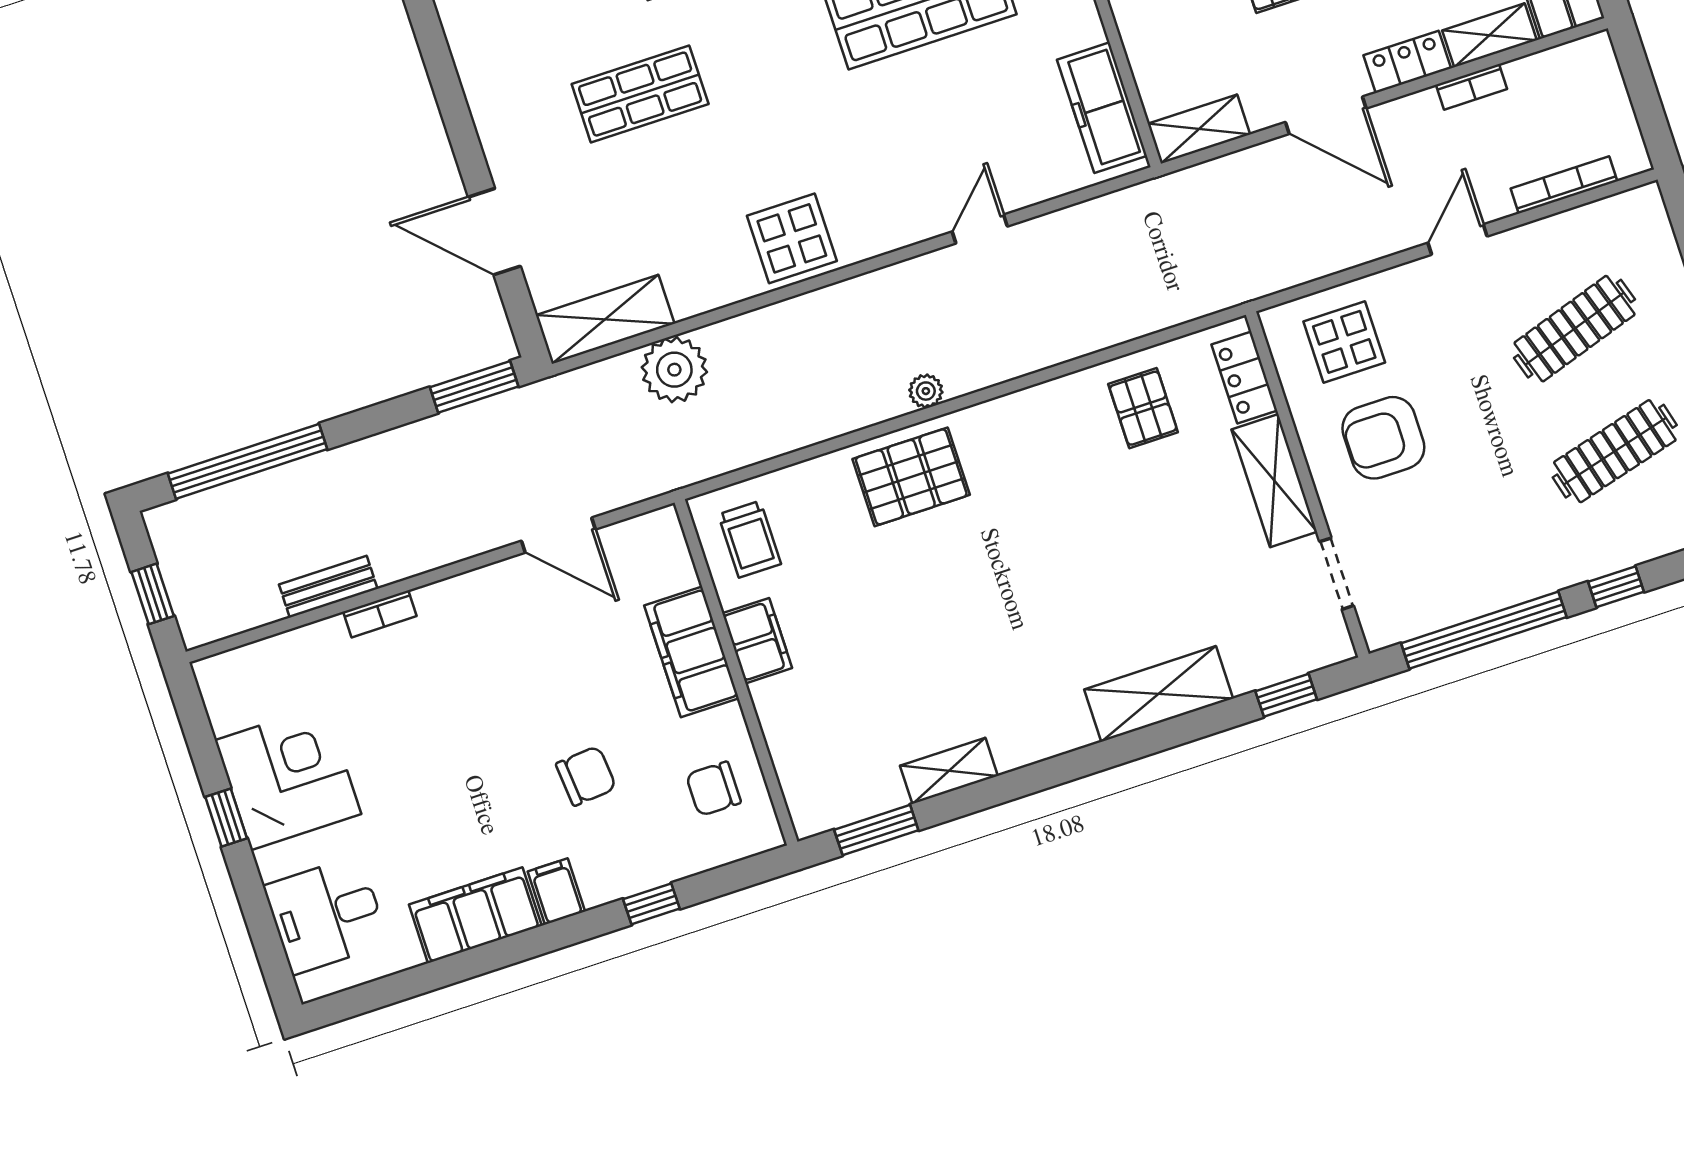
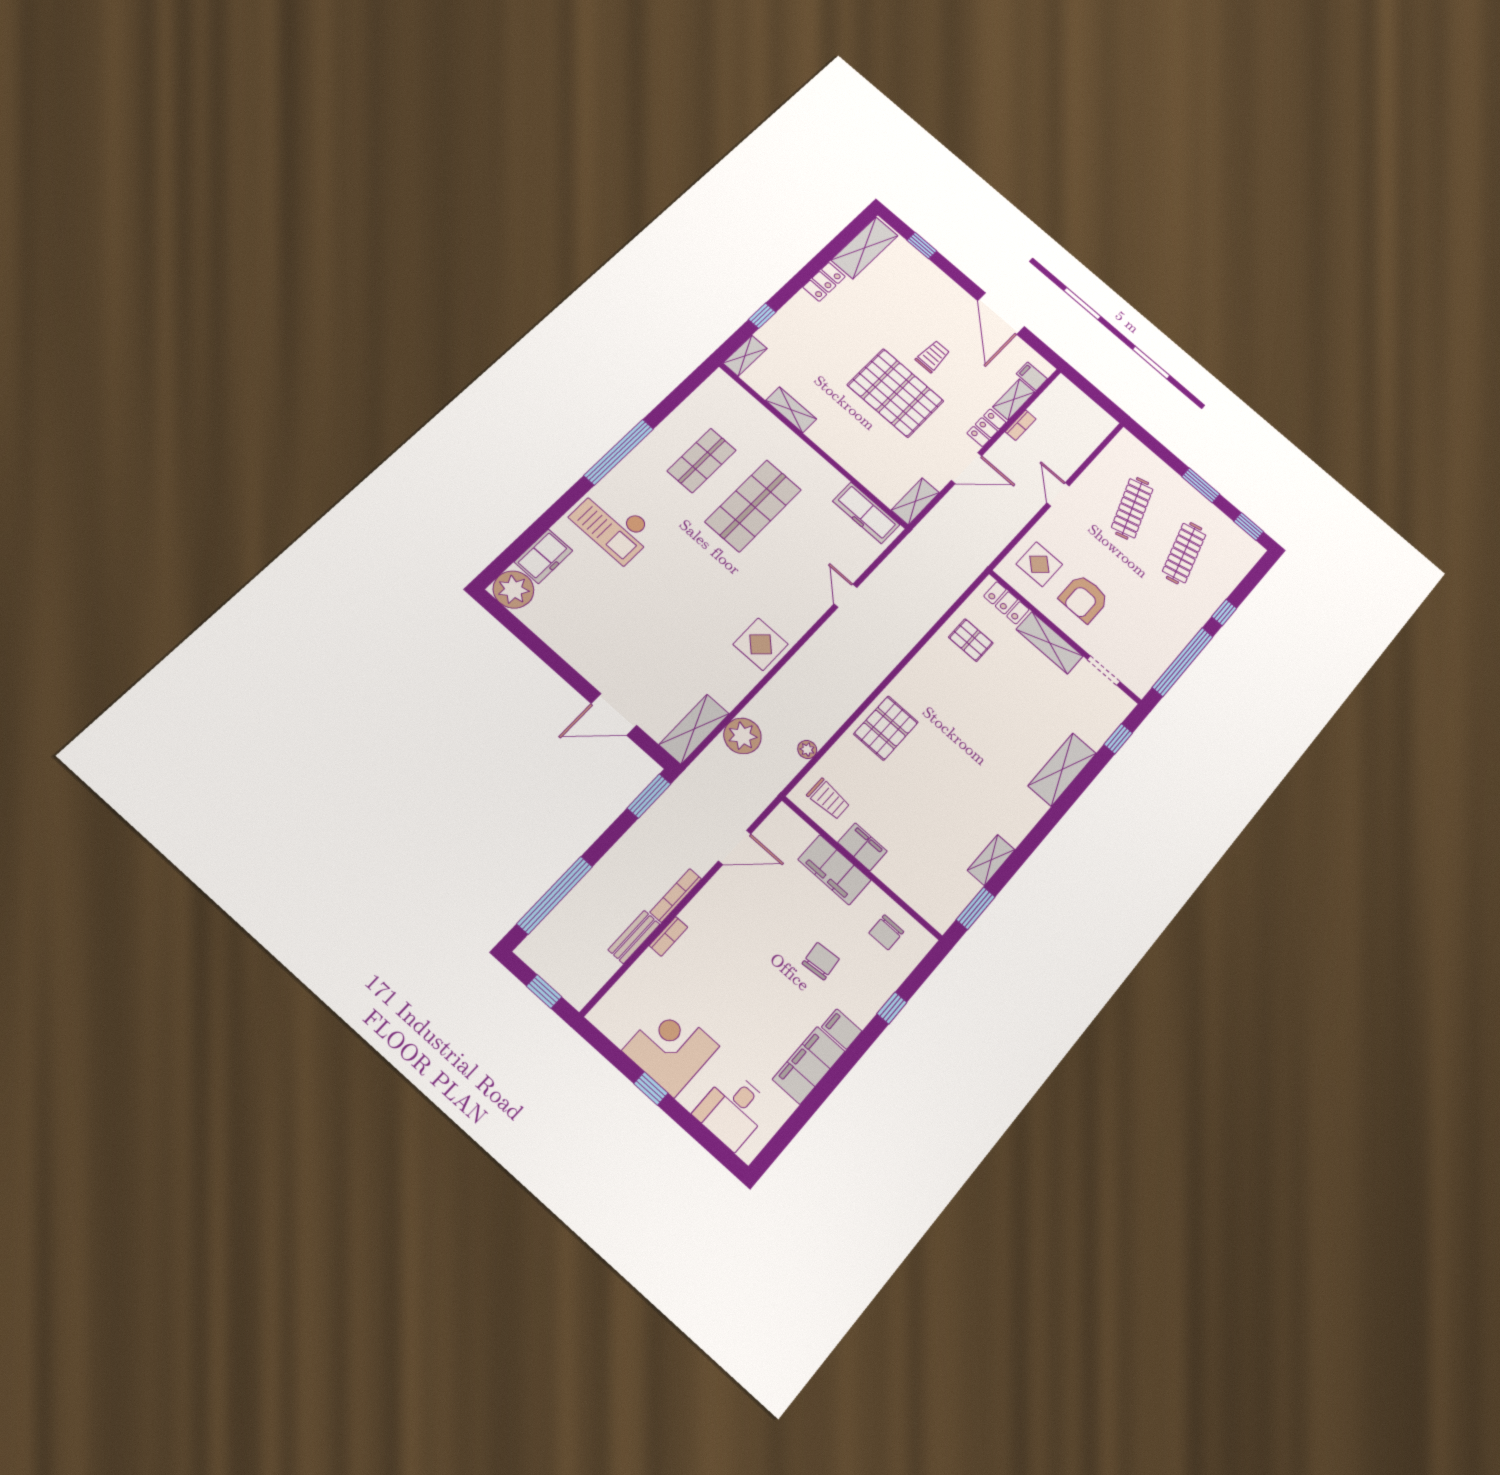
shop shelf: (640, 94) -> (646, 613), removed
bookcase: (1564, 185) -> (676, 895), moved
plant: (926, 391) -> (807, 749), moved

